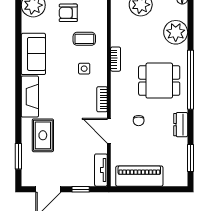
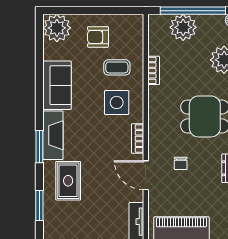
bookcase: (116, 59) -> (154, 70), moved
side table: (84, 69) -> (117, 102), width x1.87, depth x1.87
window: (18, 106) -> (39, 147), added

